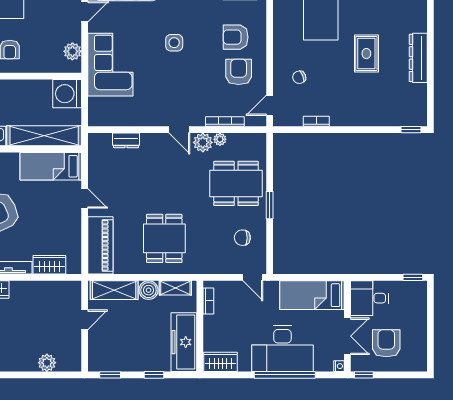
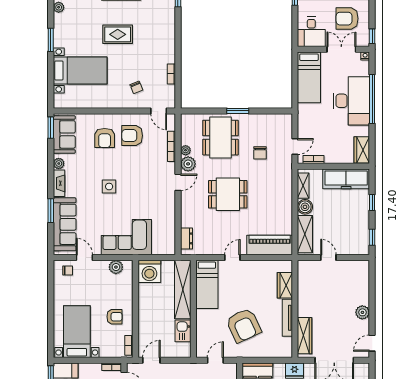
dresser: (126, 140) -> (186, 238), moved
dining table: (164, 238) -> (228, 194), moved
chair: (242, 238) -> (260, 153), moved
door: (253, 277) -> (295, 147), moved
plant: (47, 363) -> (362, 312), moved

